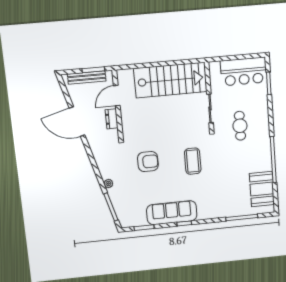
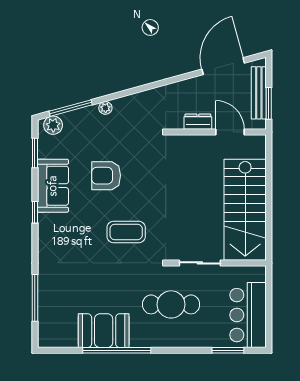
door: (77, 122) -> (223, 66), moved
cafe table: (240, 126) -> (171, 304), width x1.37, depth x1.35
armchair: (148, 162) -> (106, 176), moved, turned 90
booth: (262, 189) -> (104, 331), moved
sofa: (172, 213) -> (53, 186), width x0.73
plant: (124, 218) -> (53, 125), added

